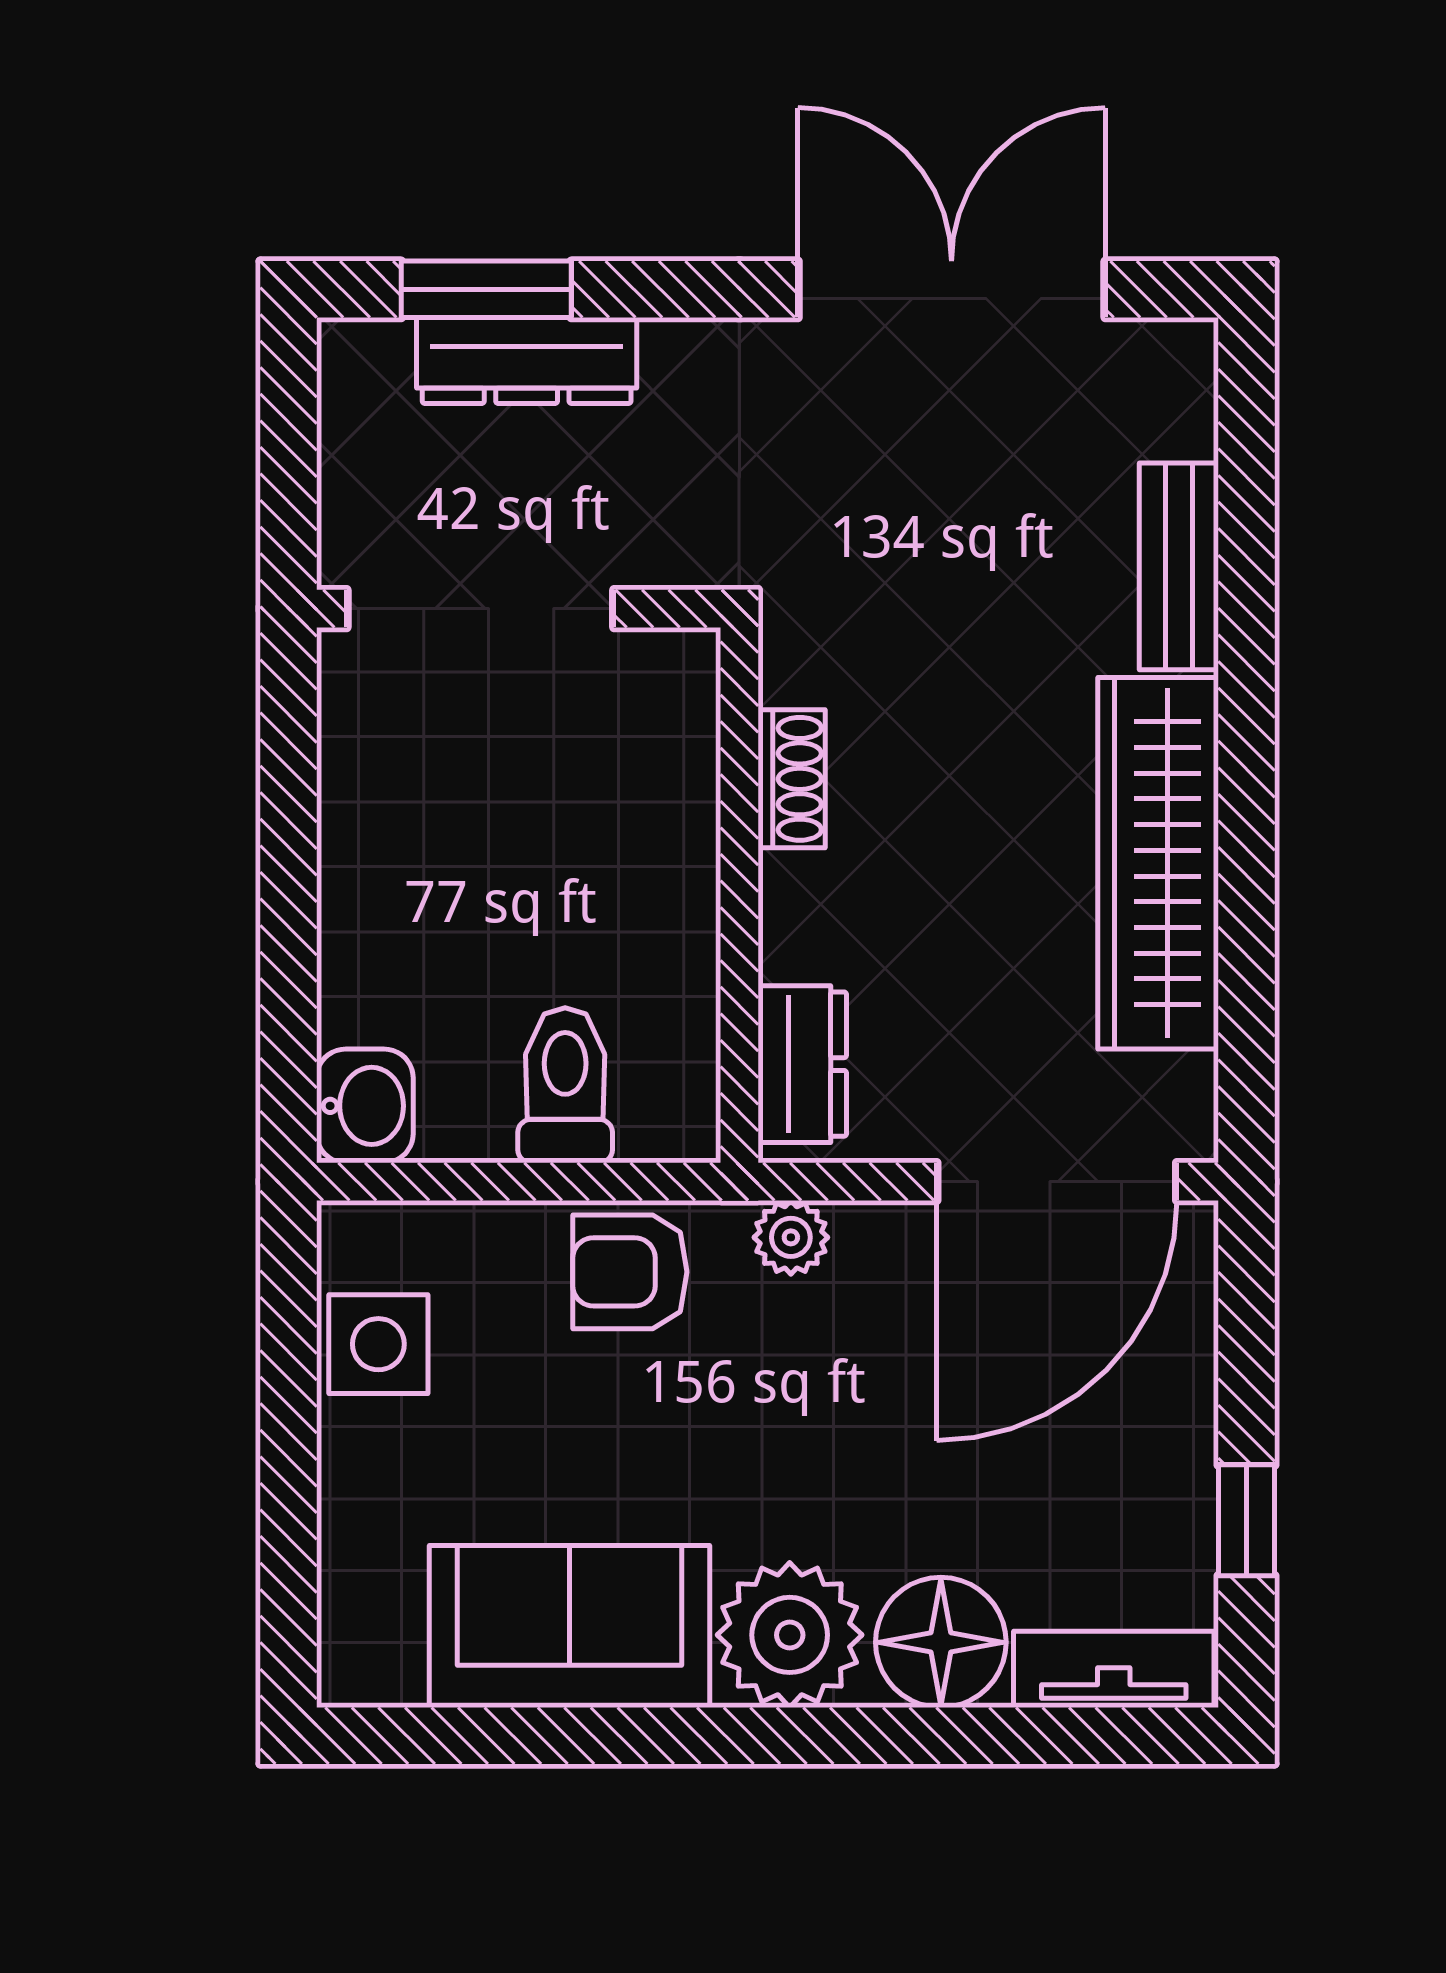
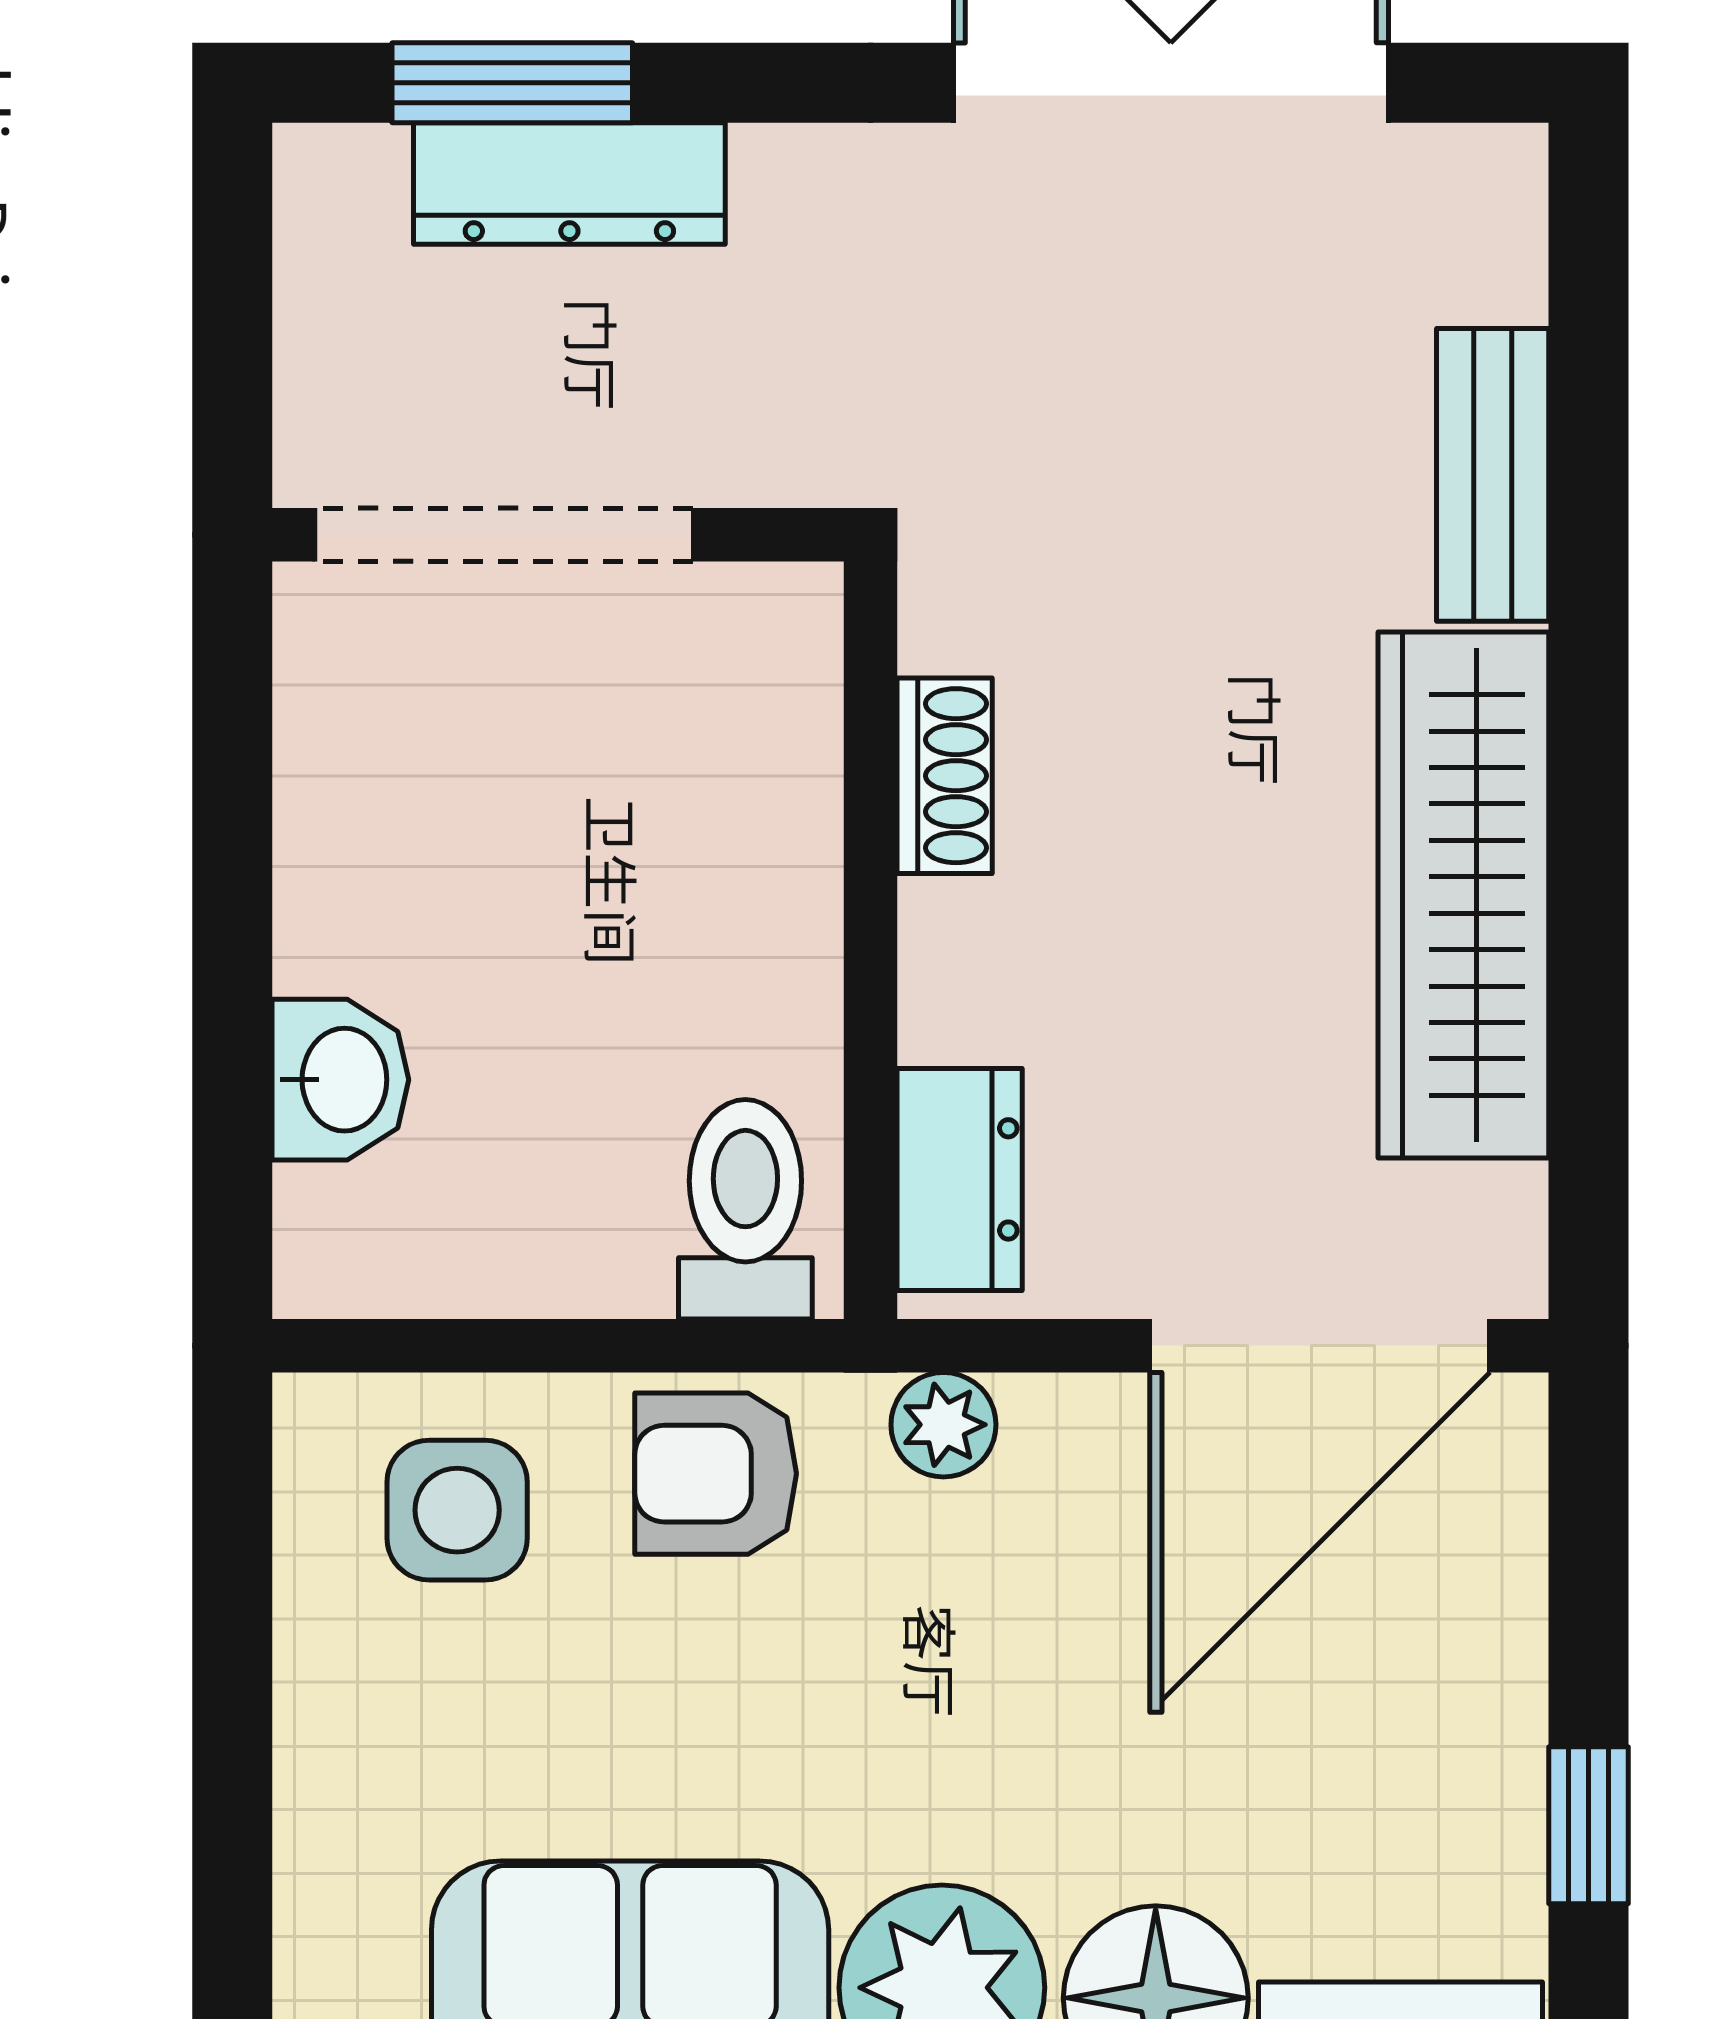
toilet: (565, 1085) -> (745, 1209), moved
washbasin: (365, 1106) -> (340, 1080), moved
side table: (378, 1344) -> (457, 1510), moved

